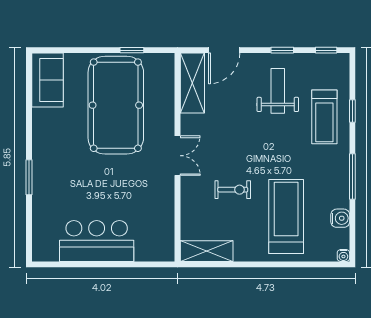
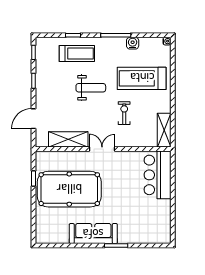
door: (224, 50) -> (33, 119), swing flipped
sofa: (47, 80) -> (93, 234), moved, width x1.36
shelving: (192, 83) -> (68, 139), moved
weight bench: (278, 91) -> (91, 88), moved, turned 180
water cooler: (340, 218) -> (133, 43), moved
bar counter: (97, 241) -> (158, 175), moved

